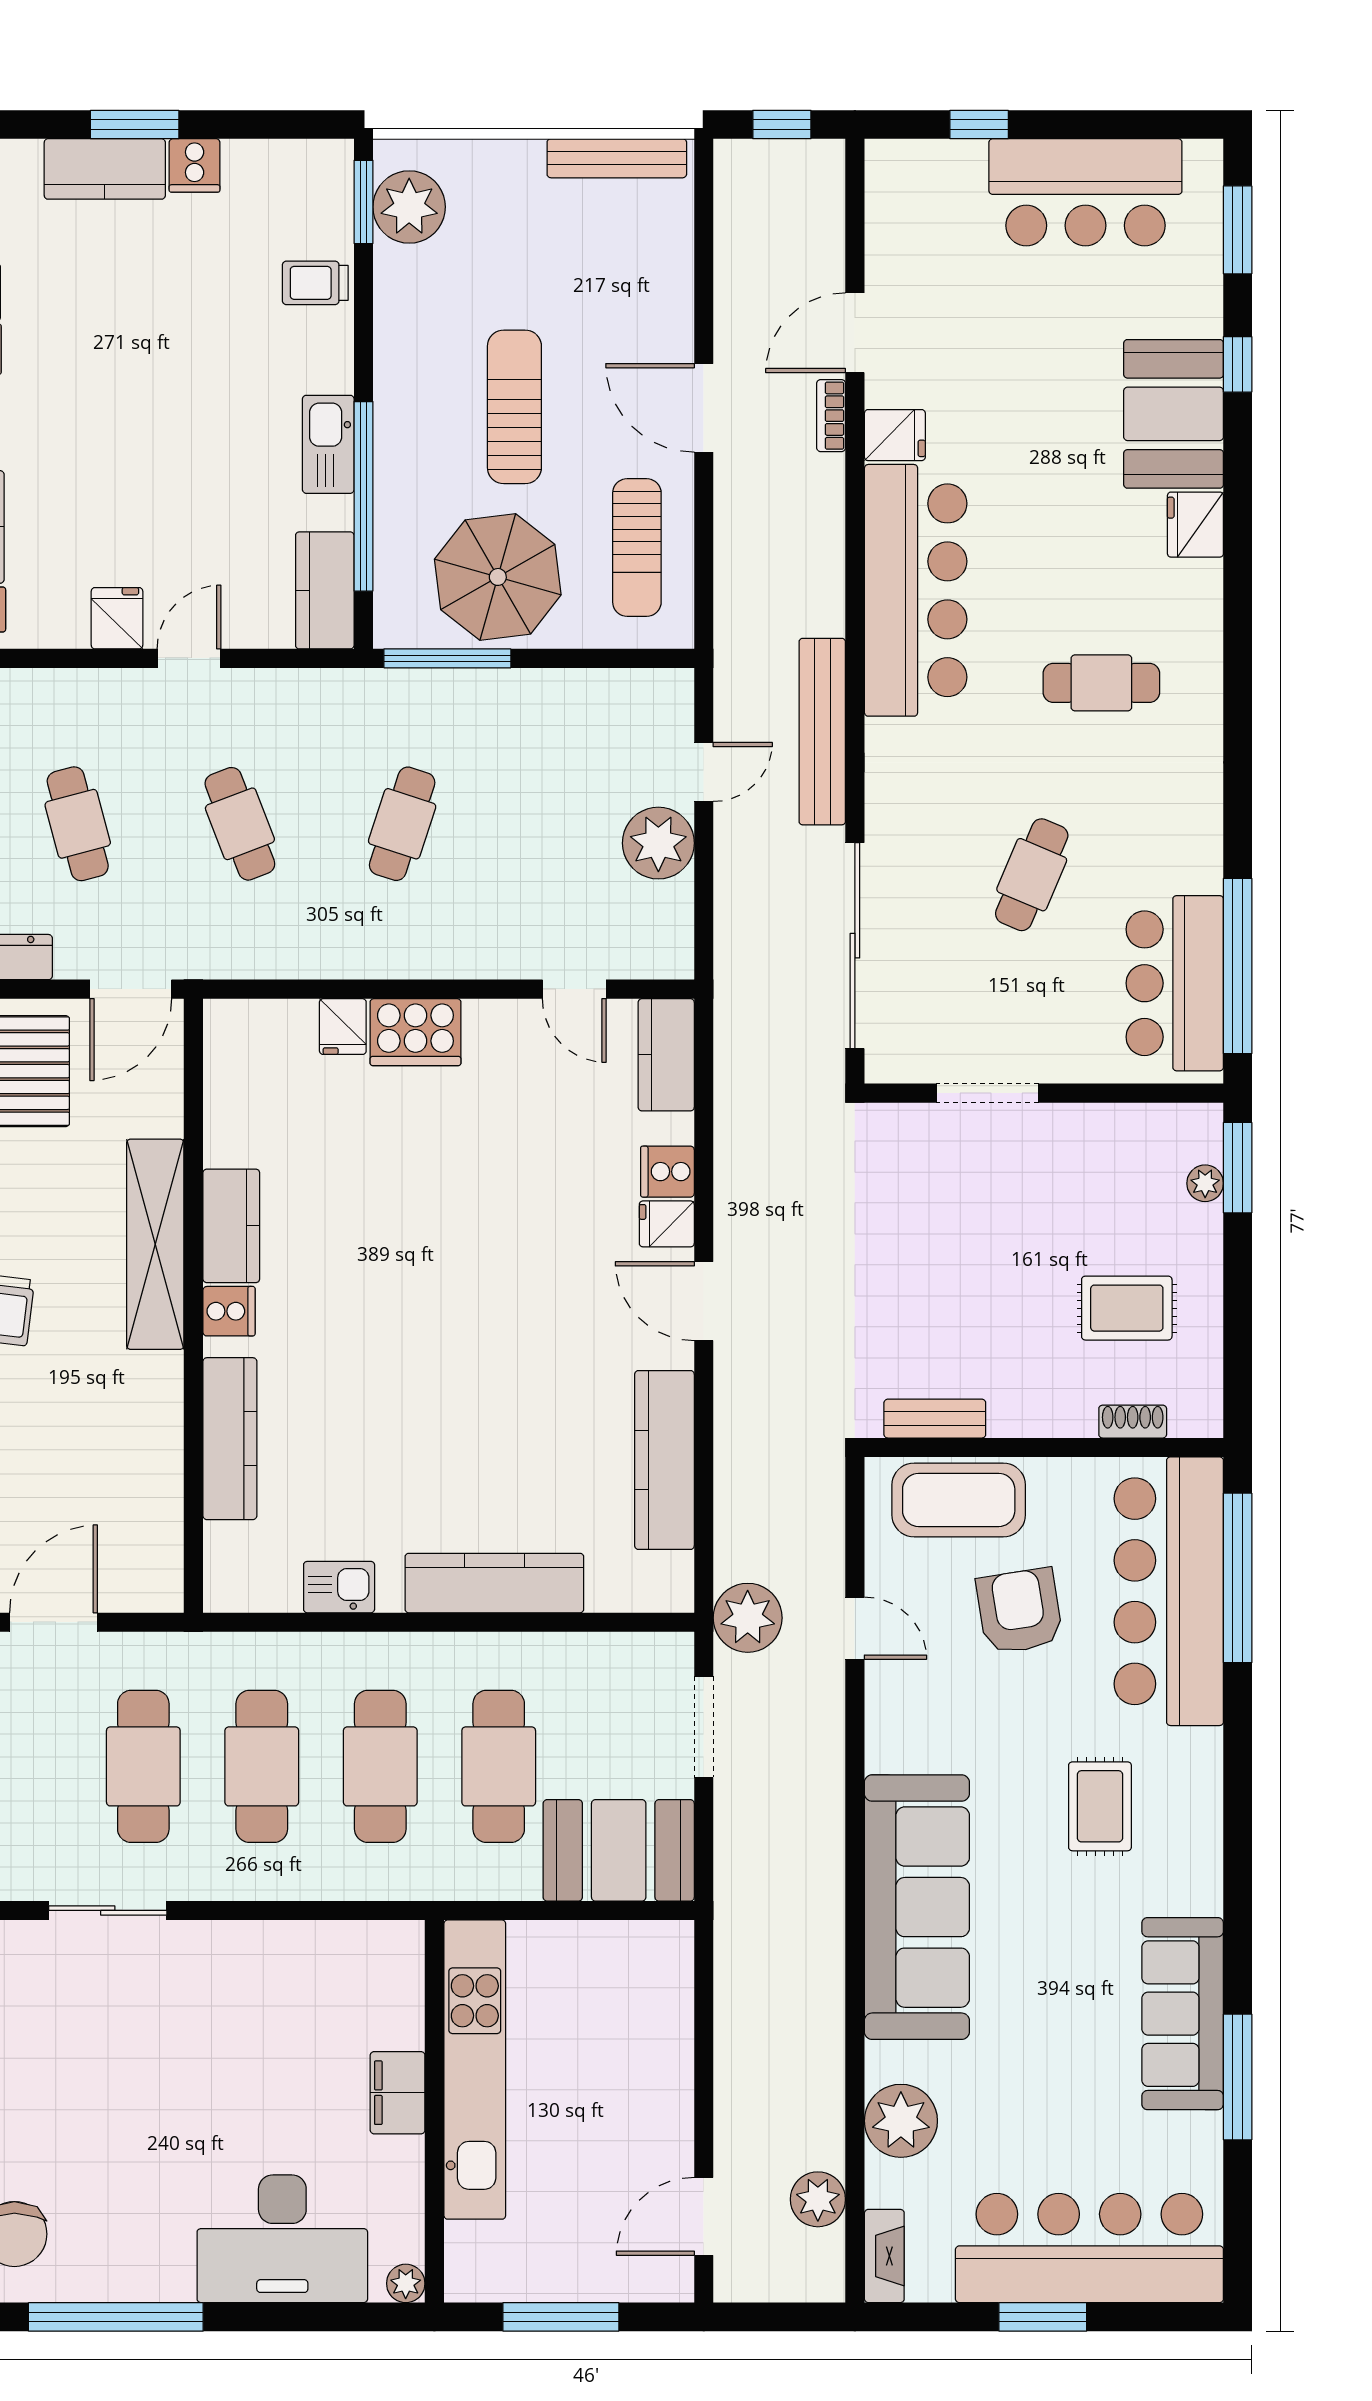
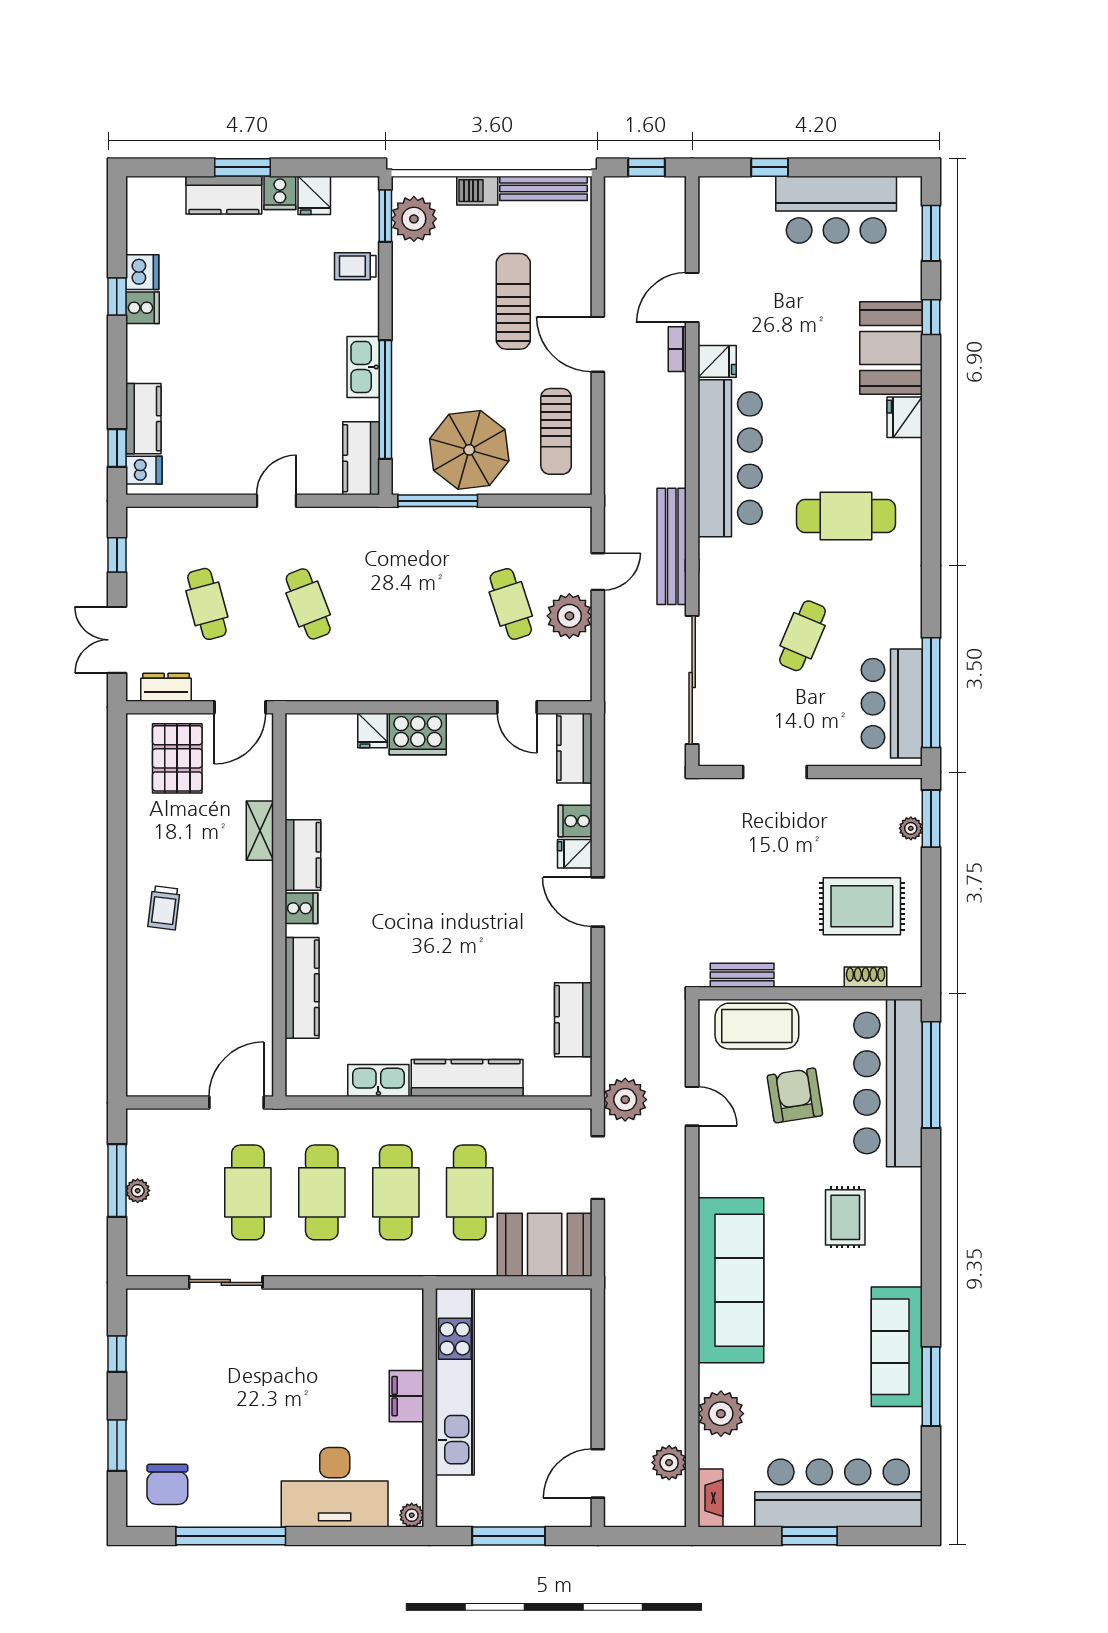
barbecue: (511, 162) -> (477, 191), added
sun lounger: (514, 407) -> (513, 301), moved
fridge: (117, 618) -> (314, 195), moved, turned 180
cafe table: (1101, 683) -> (846, 516), width x1.37, depth x1.35
cafe table: (402, 824) -> (511, 604), moved, turned -36
shelving: (155, 1244) -> (260, 831), width x0.45, depth x0.75
rug: (1127, 1308) -> (862, 906), width x1.36, depth x1.43
kitchen counter: (664, 1460) -> (573, 1020), width x0.67
kitchen sink: (339, 1587) -> (378, 1080), width x1.38
door: (54, 1622) -> (236, 1102), moved

